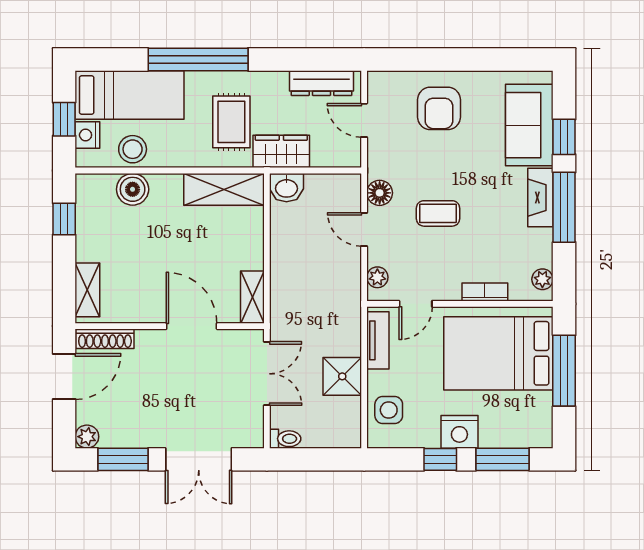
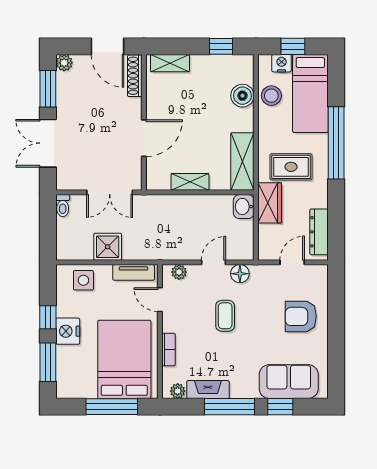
fireplace: (540, 198) -> (208, 390), moved
shelving: (252, 297) -> (190, 182), moved

